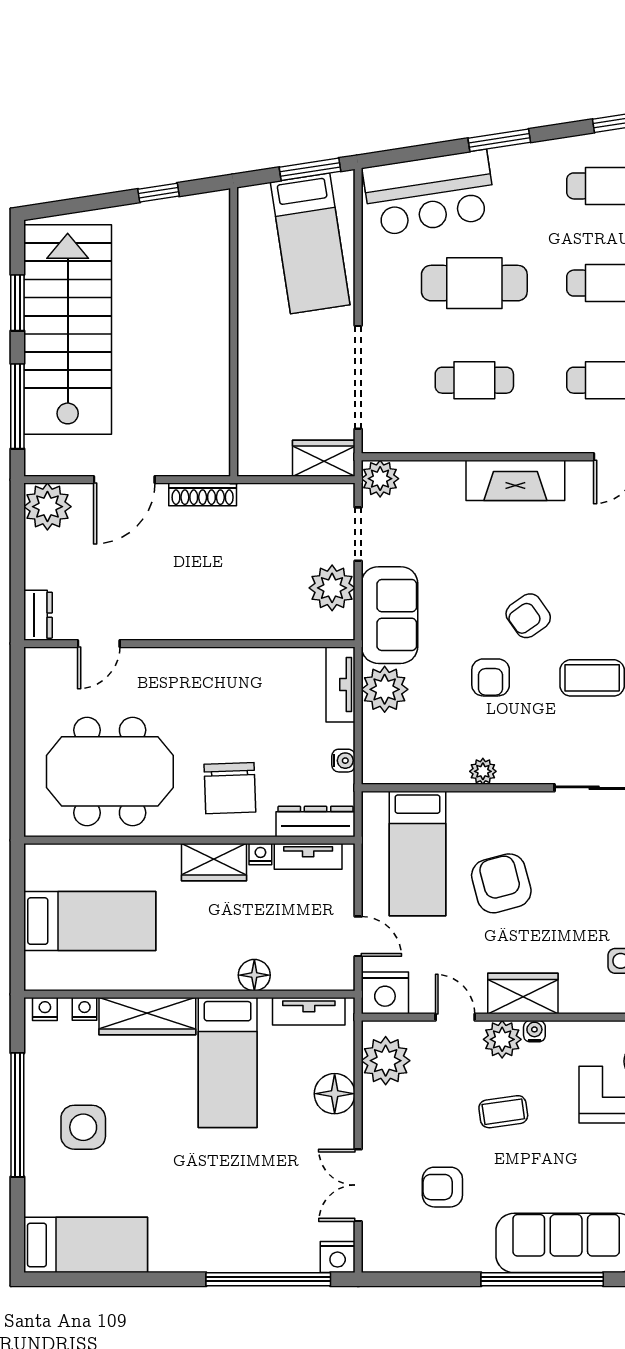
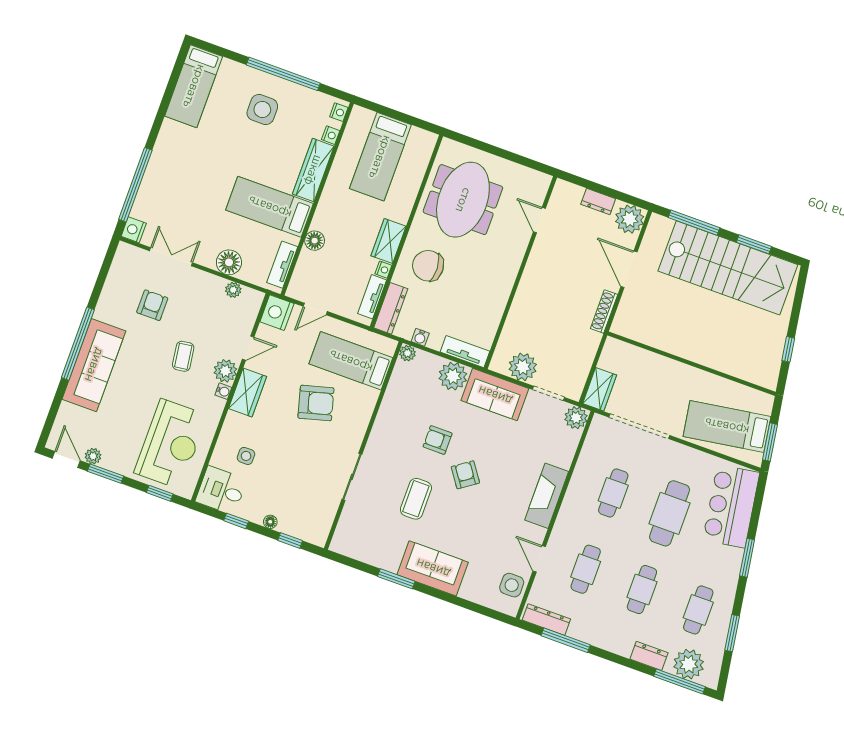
dresser: (38, 615) -> (598, 202), moved
plant: (483, 771) -> (407, 353), moved
plant: (386, 1061) -> (233, 290), width x0.53, depth x0.53

